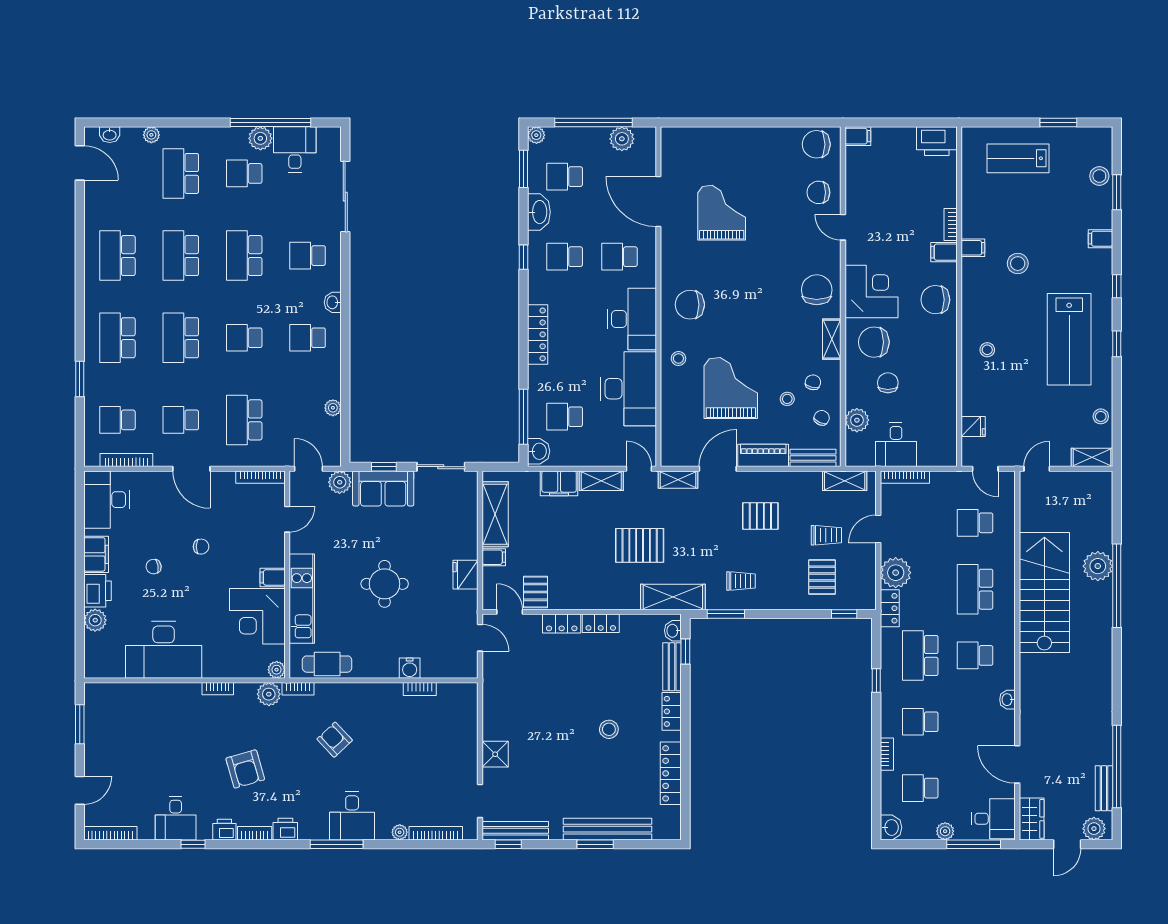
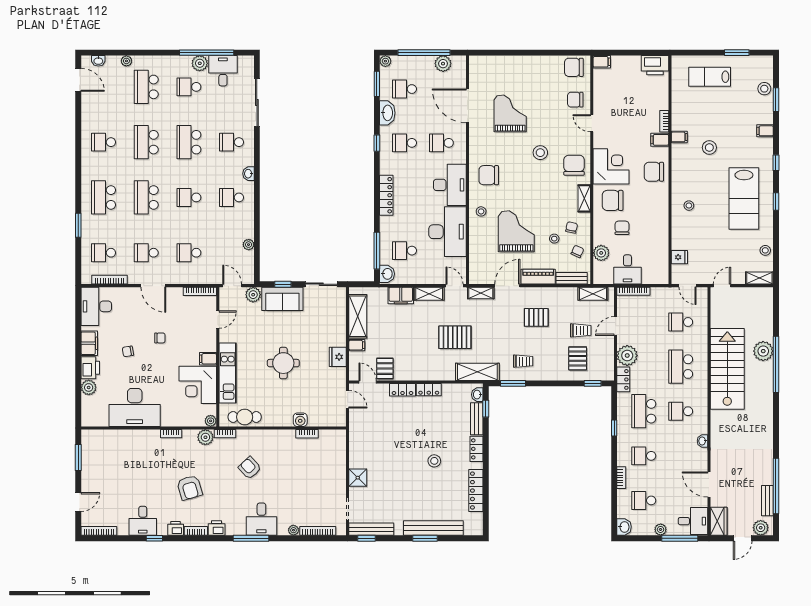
school desk: (117, 256) -> (104, 142), width x0.54
stool: (766, 271) -> (540, 153), added
school desk: (244, 420) -> (189, 253), width x0.54

